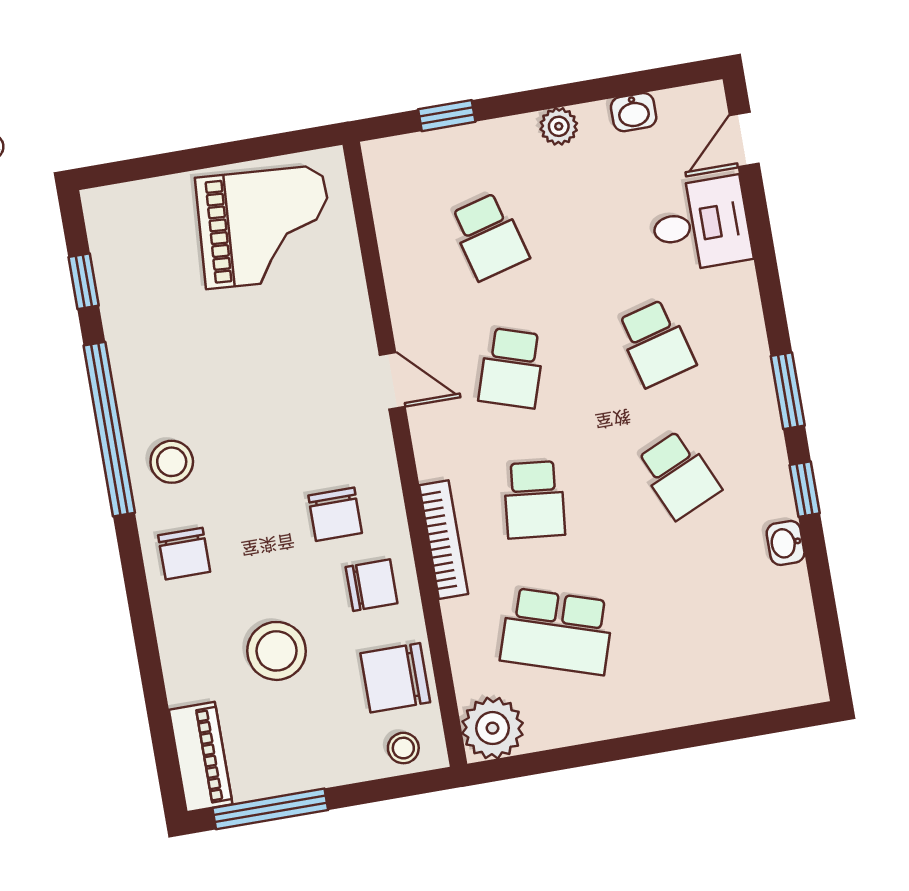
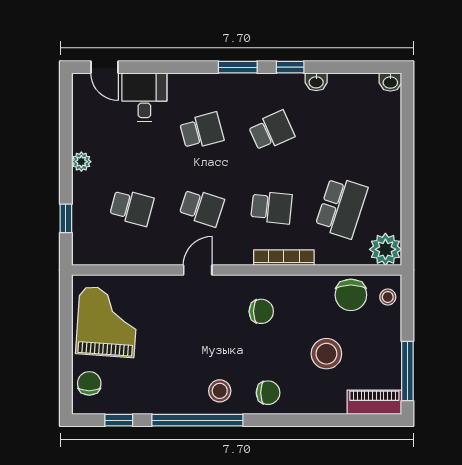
washbasin: (634, 112) -> (390, 82), moved, turned 90
school desk: (489, 236) -> (132, 207), turned 30
chair: (372, 585) -> (89, 383), moved

